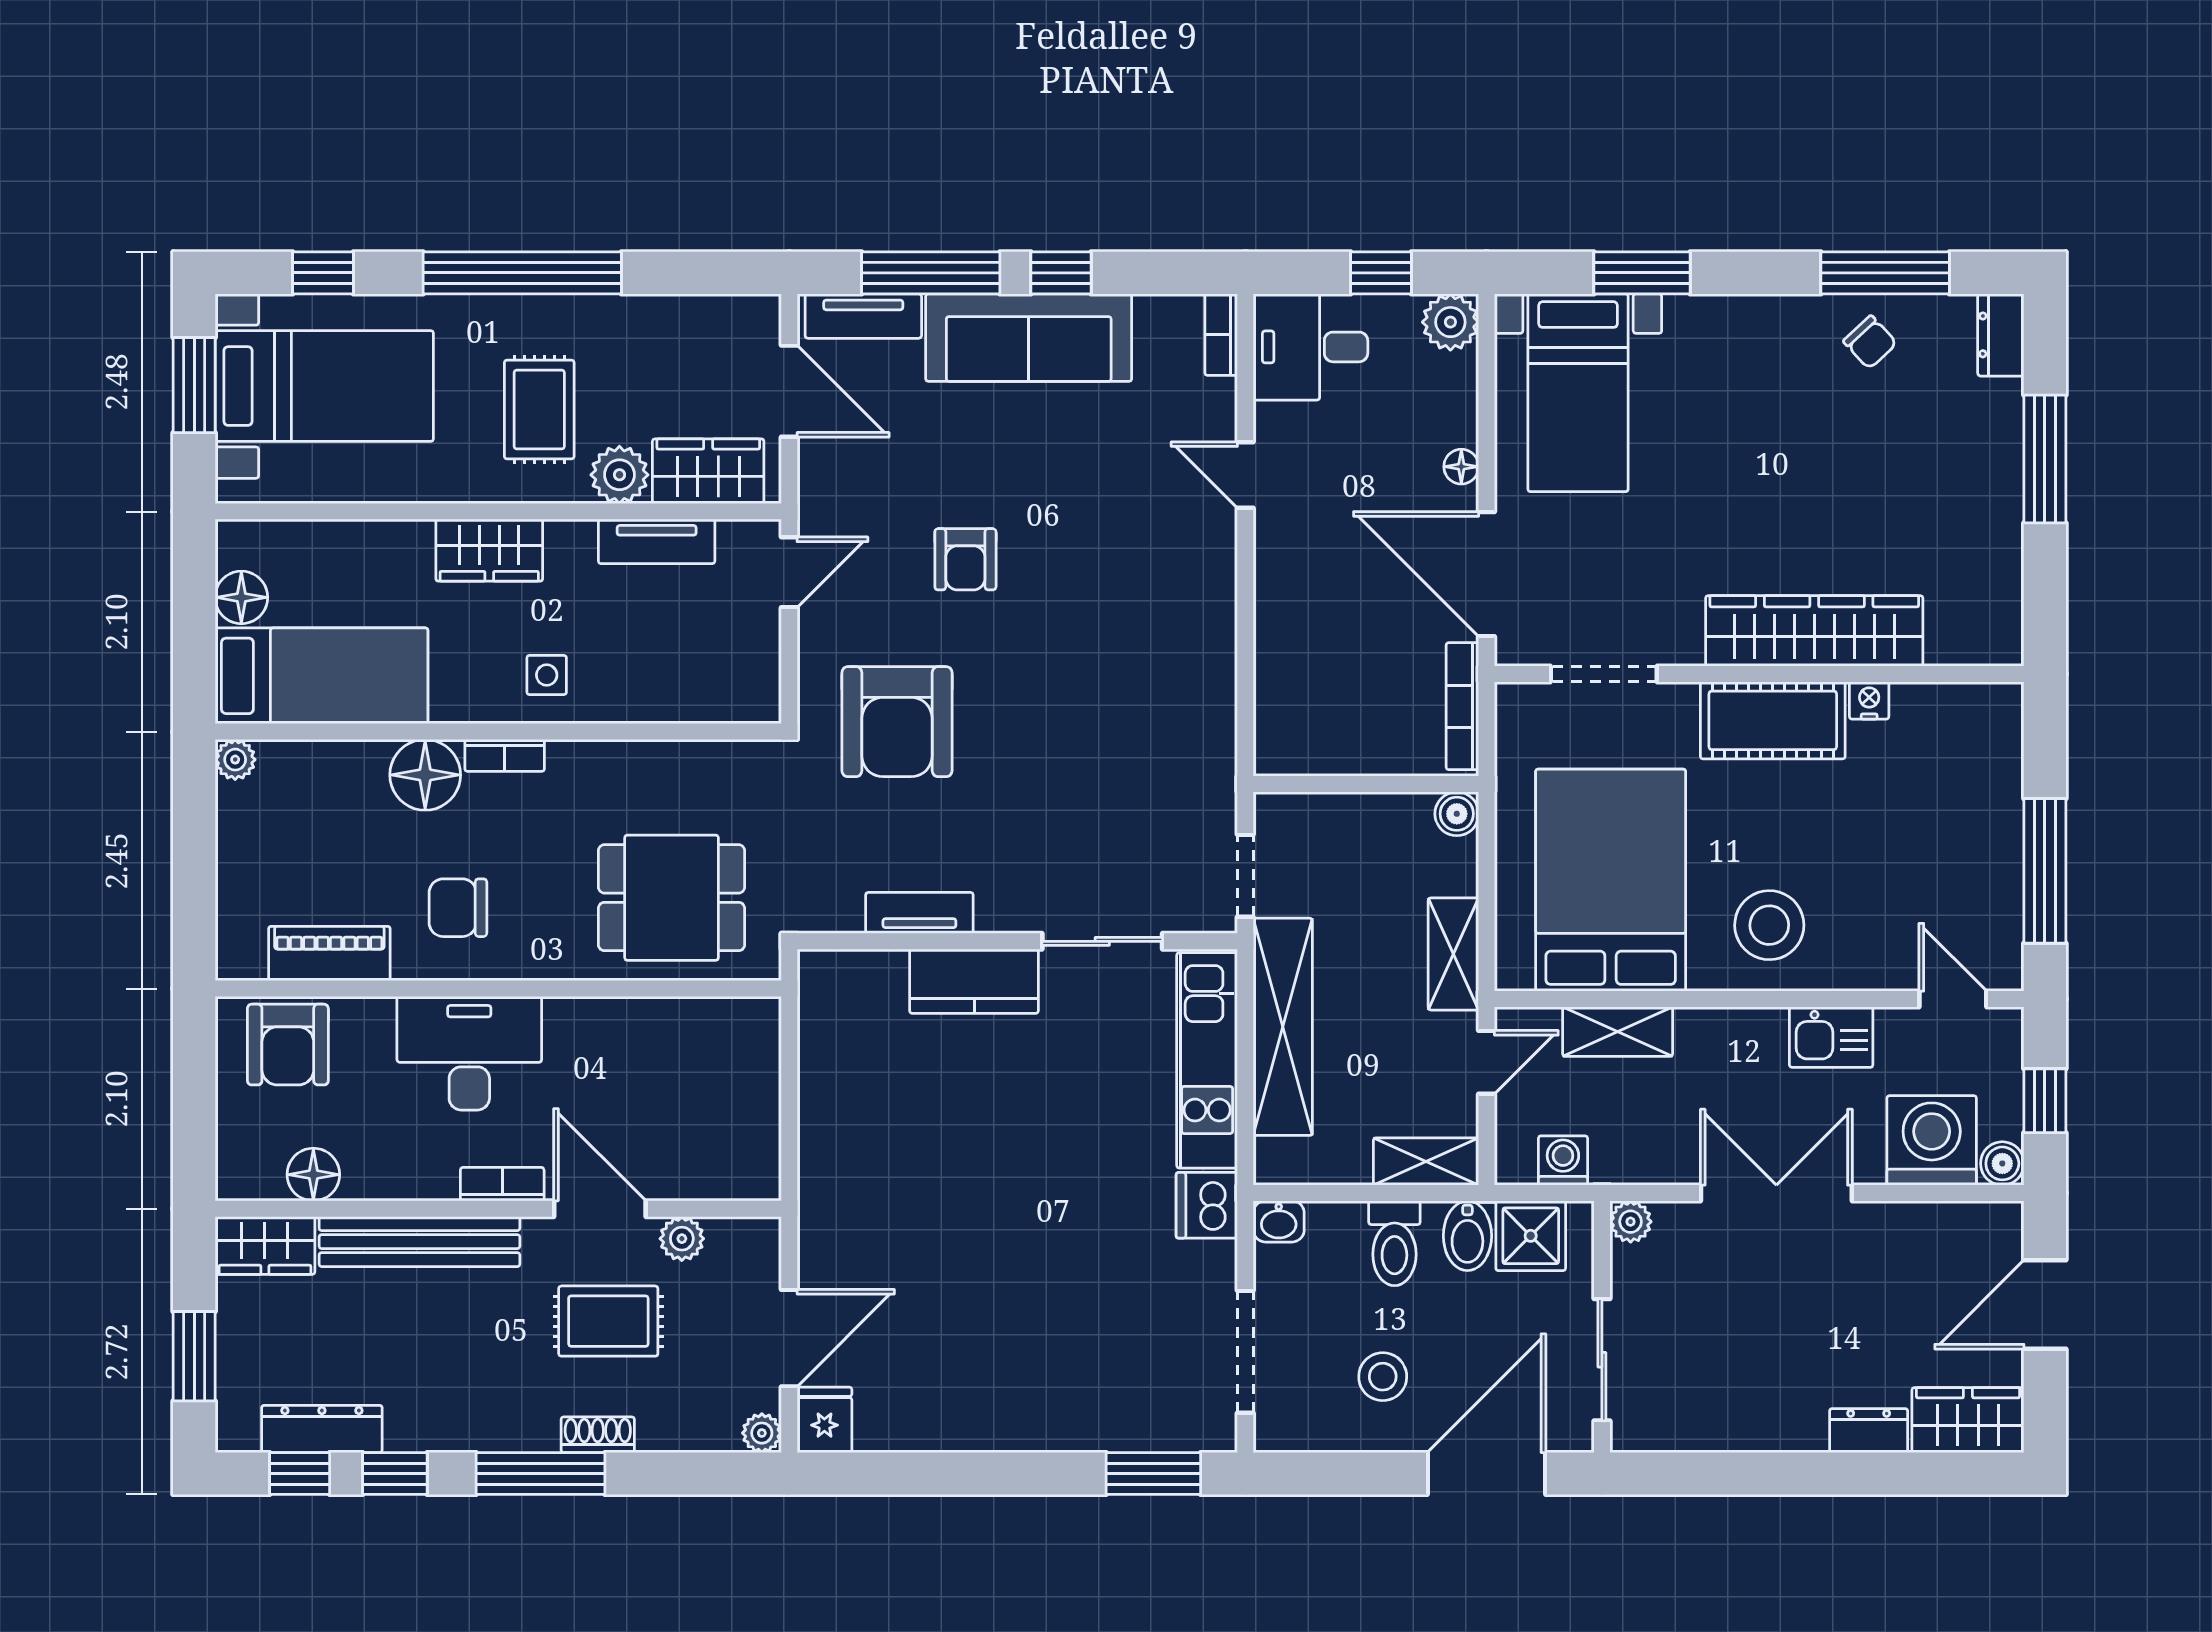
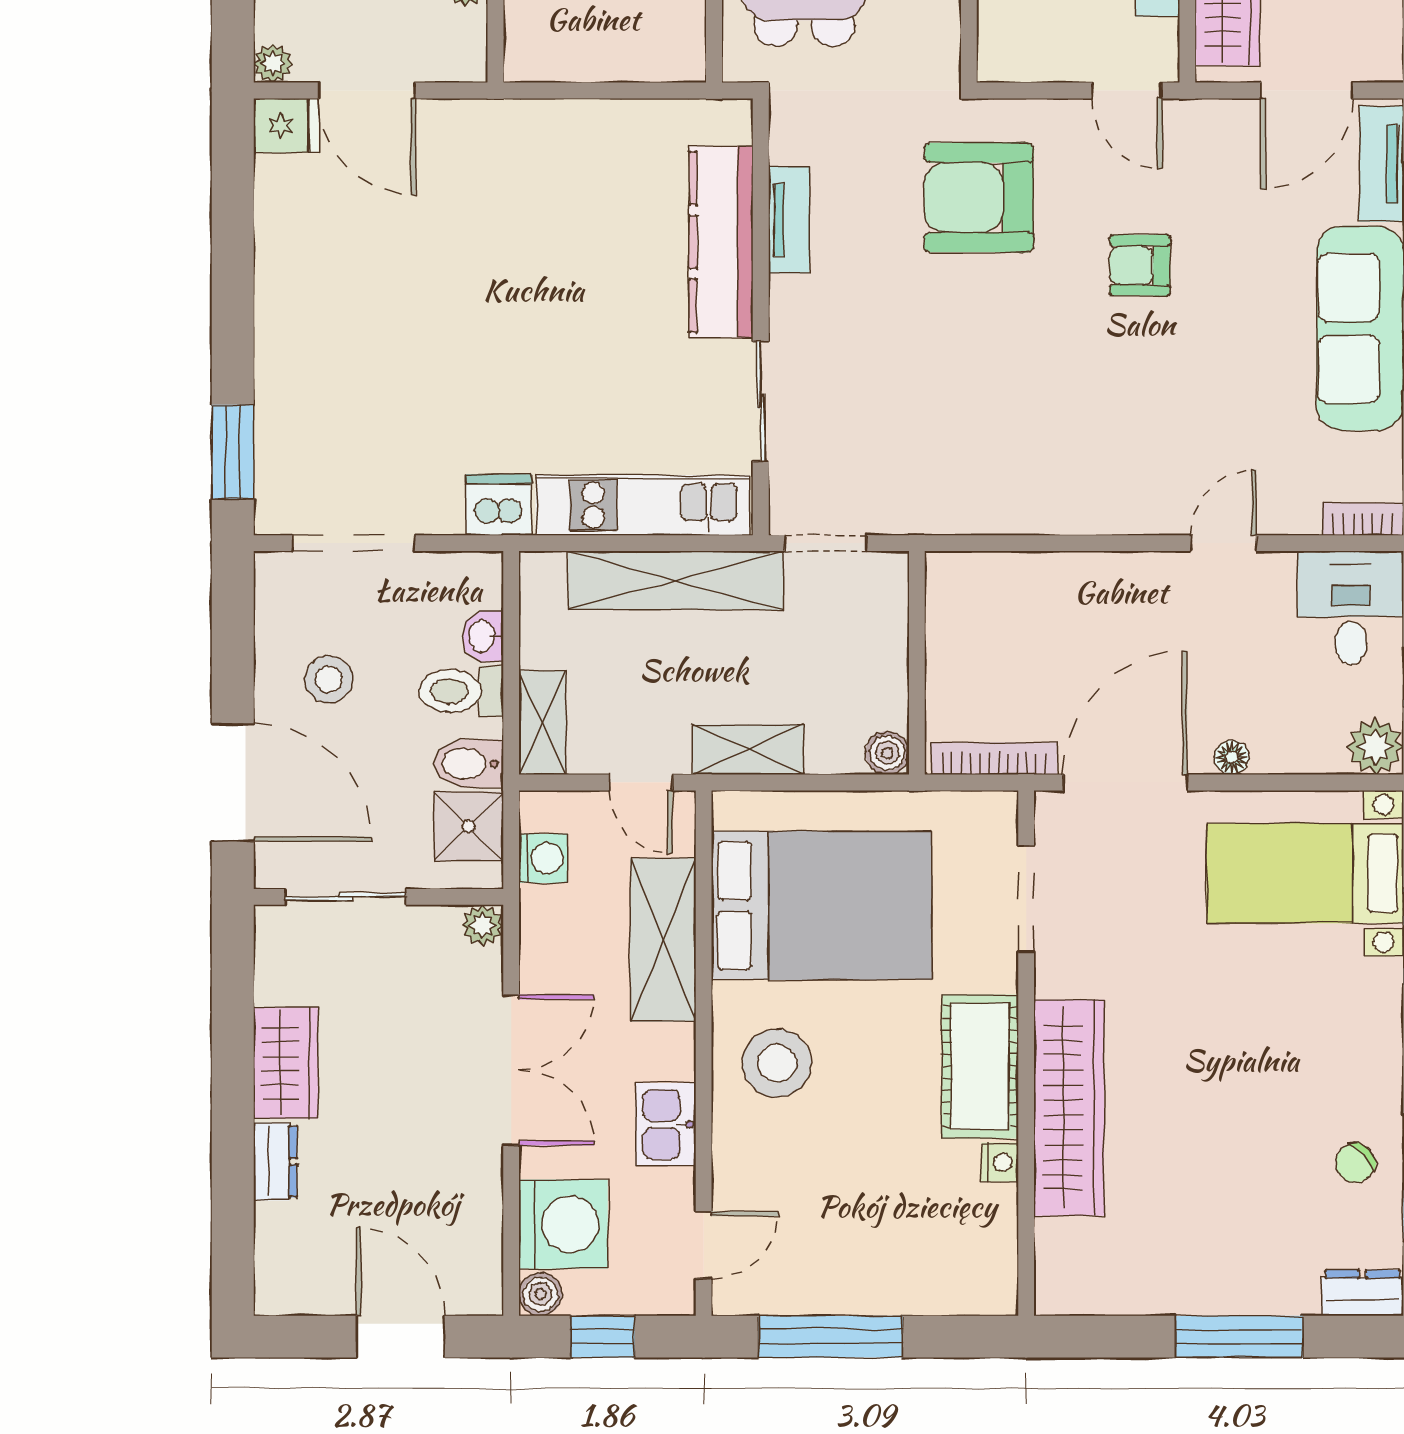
kitchen counter: (974, 981) -> (721, 242), width x1.50
shelving: (1618, 1032) -> (663, 940), width x1.50, depth x1.33
washbasin: (1279, 1221) -> (483, 636), moved
wardrobe: (1968, 1420) -> (286, 1063), moved

